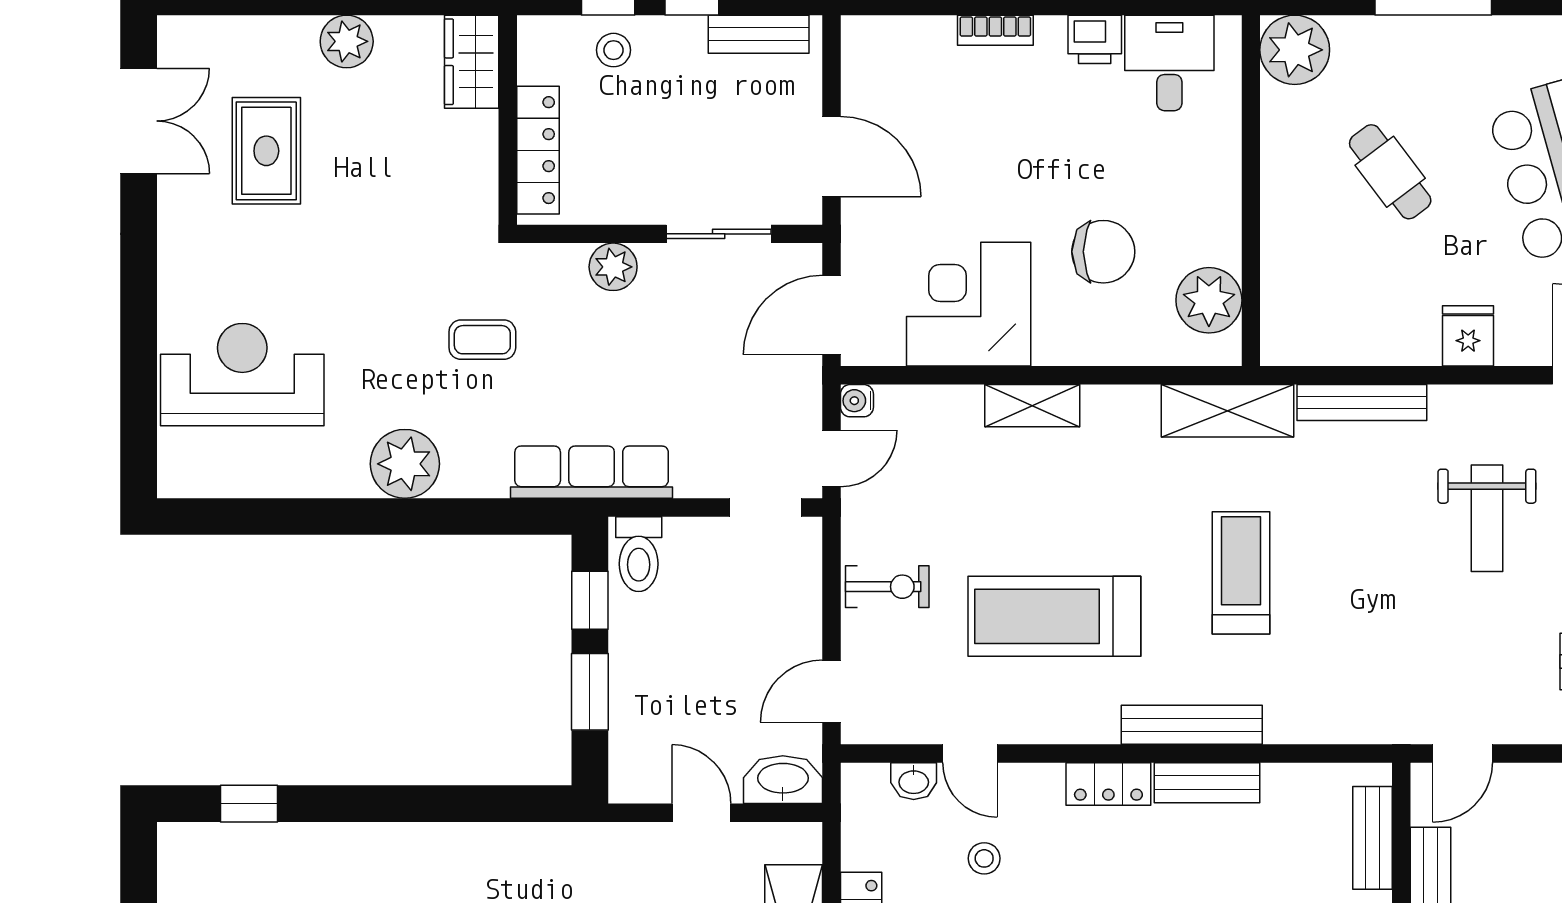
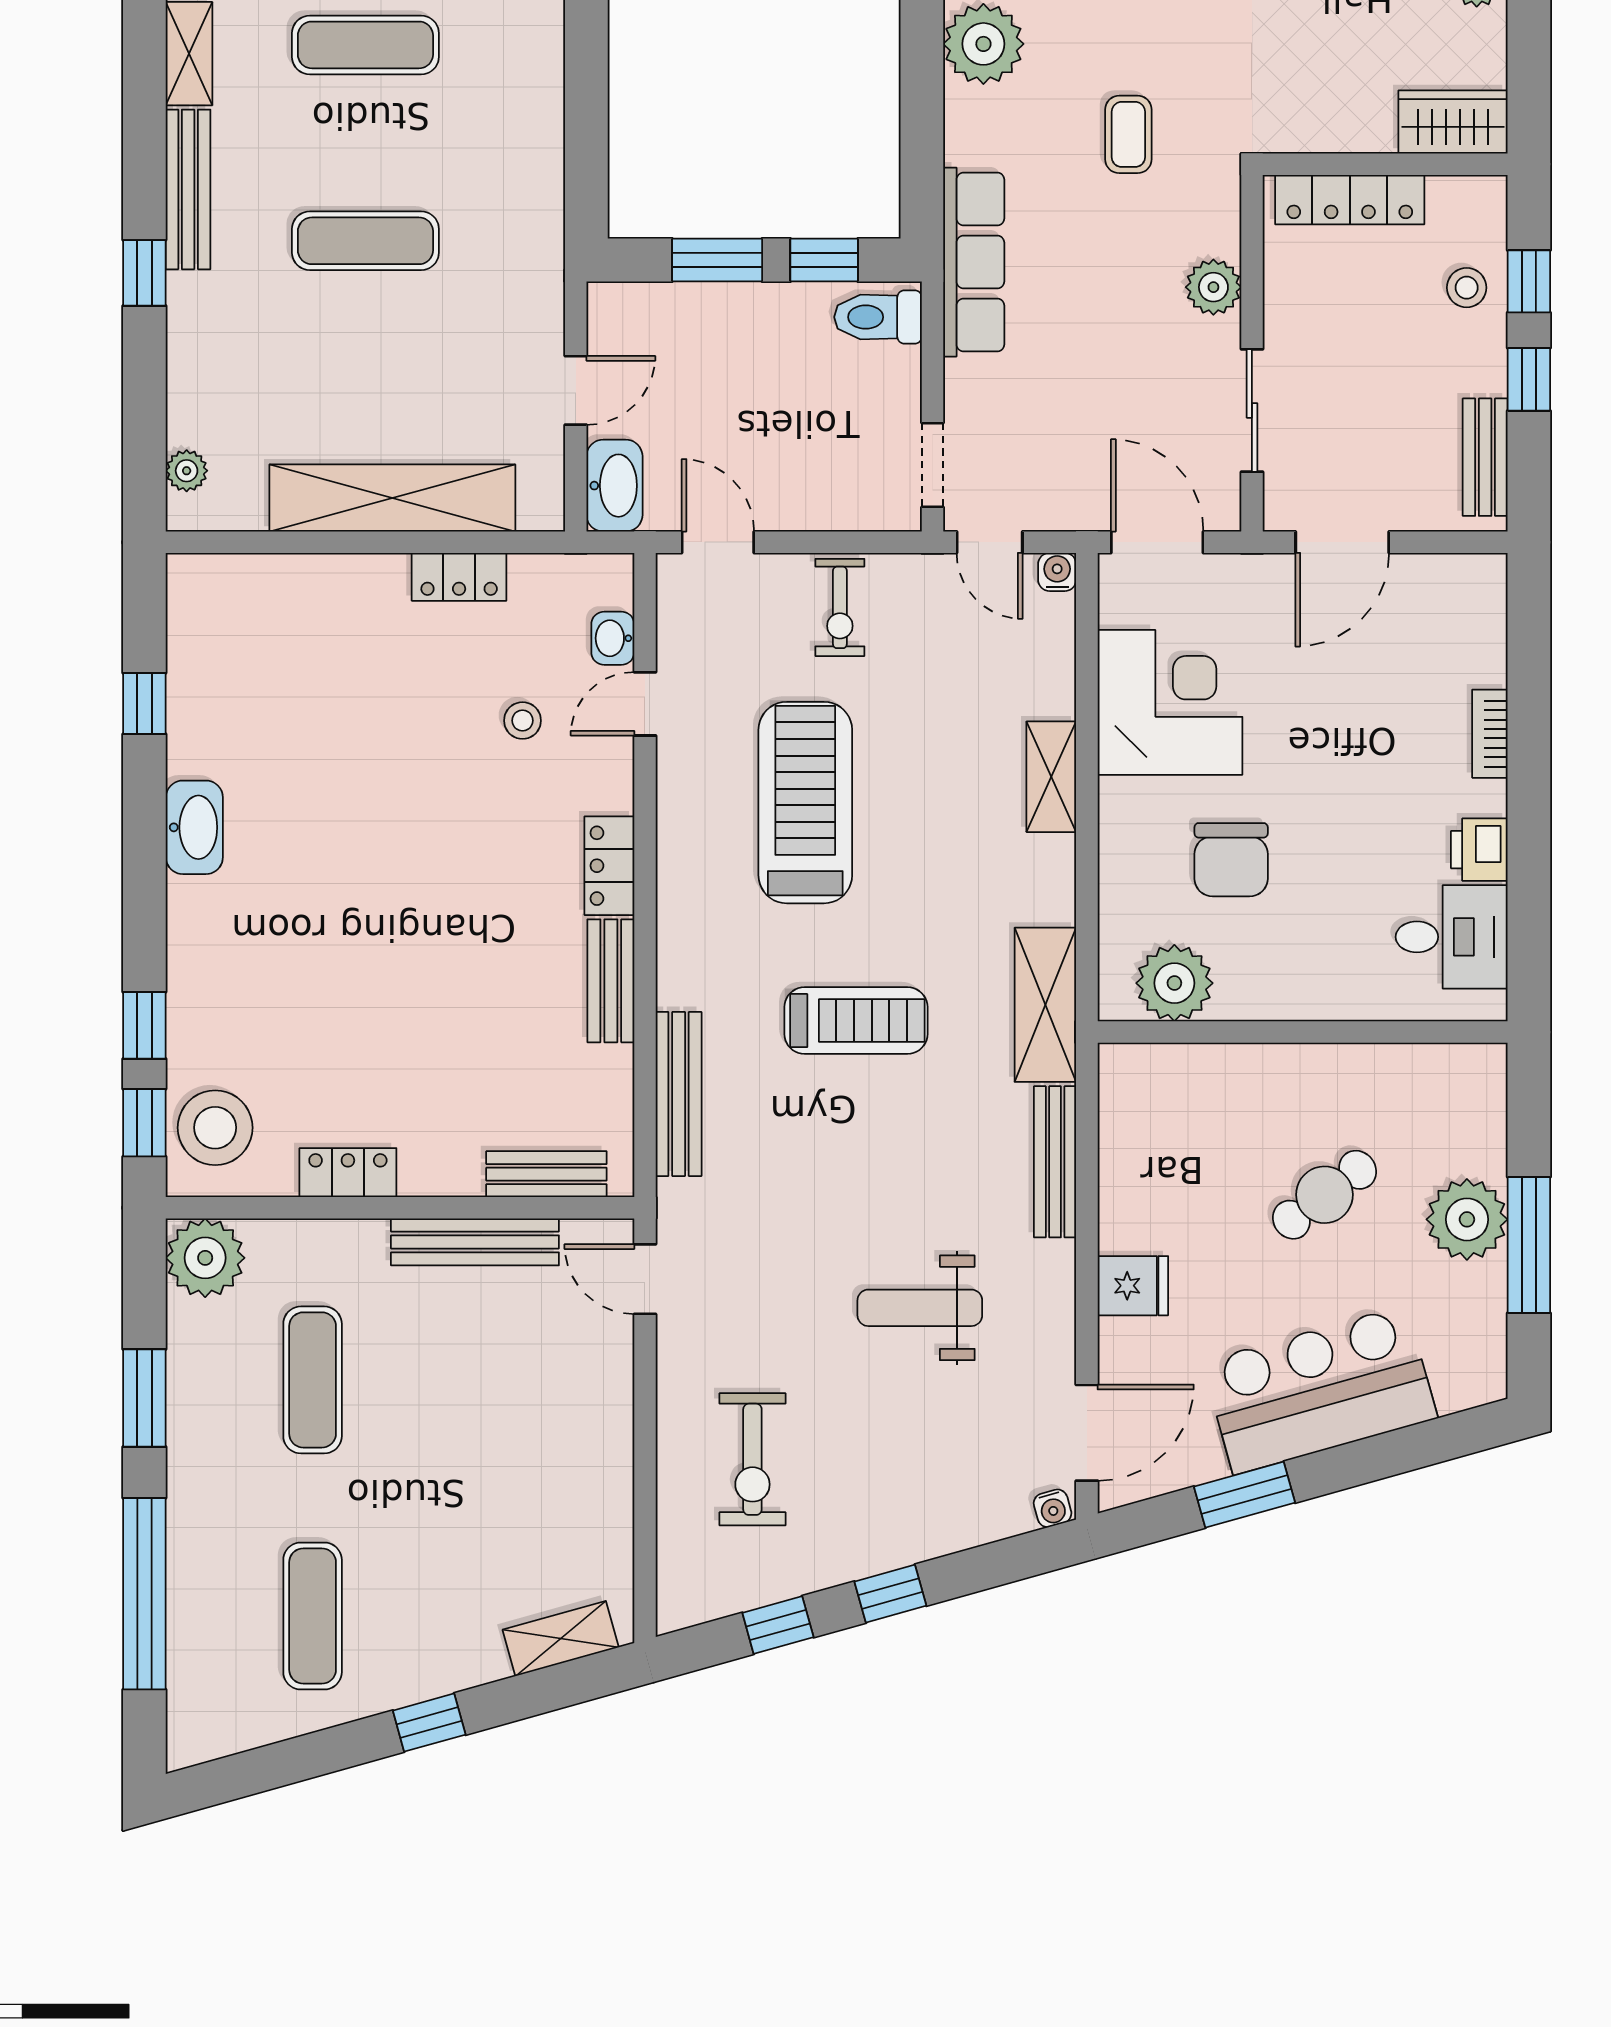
plant: (1295, 50) -> (1467, 1219), moved
bench: (1192, 725) -> (679, 1094), moved

